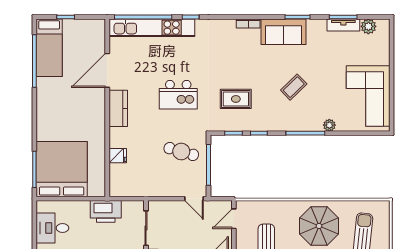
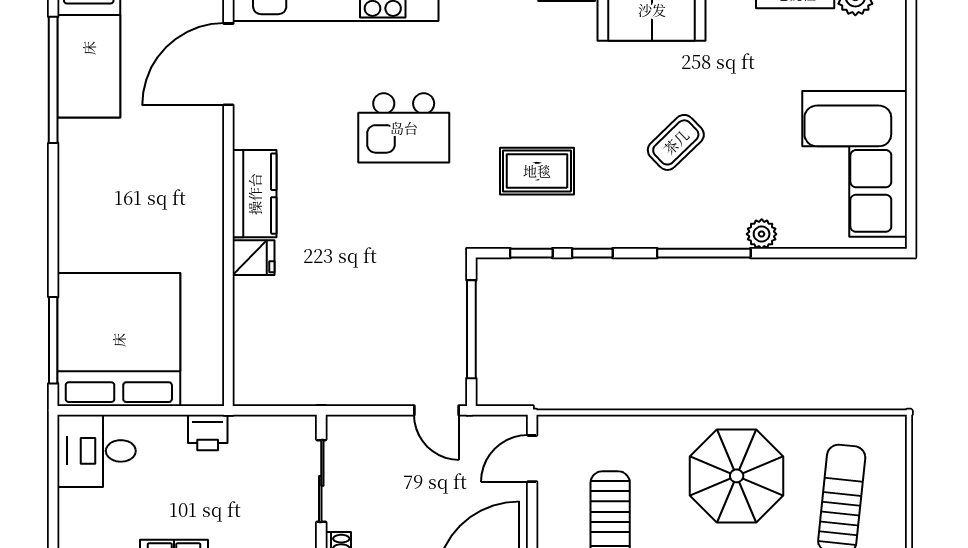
door: (107, 70) -> (228, 64), moved
kitchen island: (178, 95) -> (404, 128), moved
cafe table: (181, 152) -> (406, 297), removed
fridge: (118, 156) -> (254, 258), moved
printer: (106, 211) -> (208, 433), width x0.53, depth x0.68
desk: (52, 228) -> (97, 451), moved

